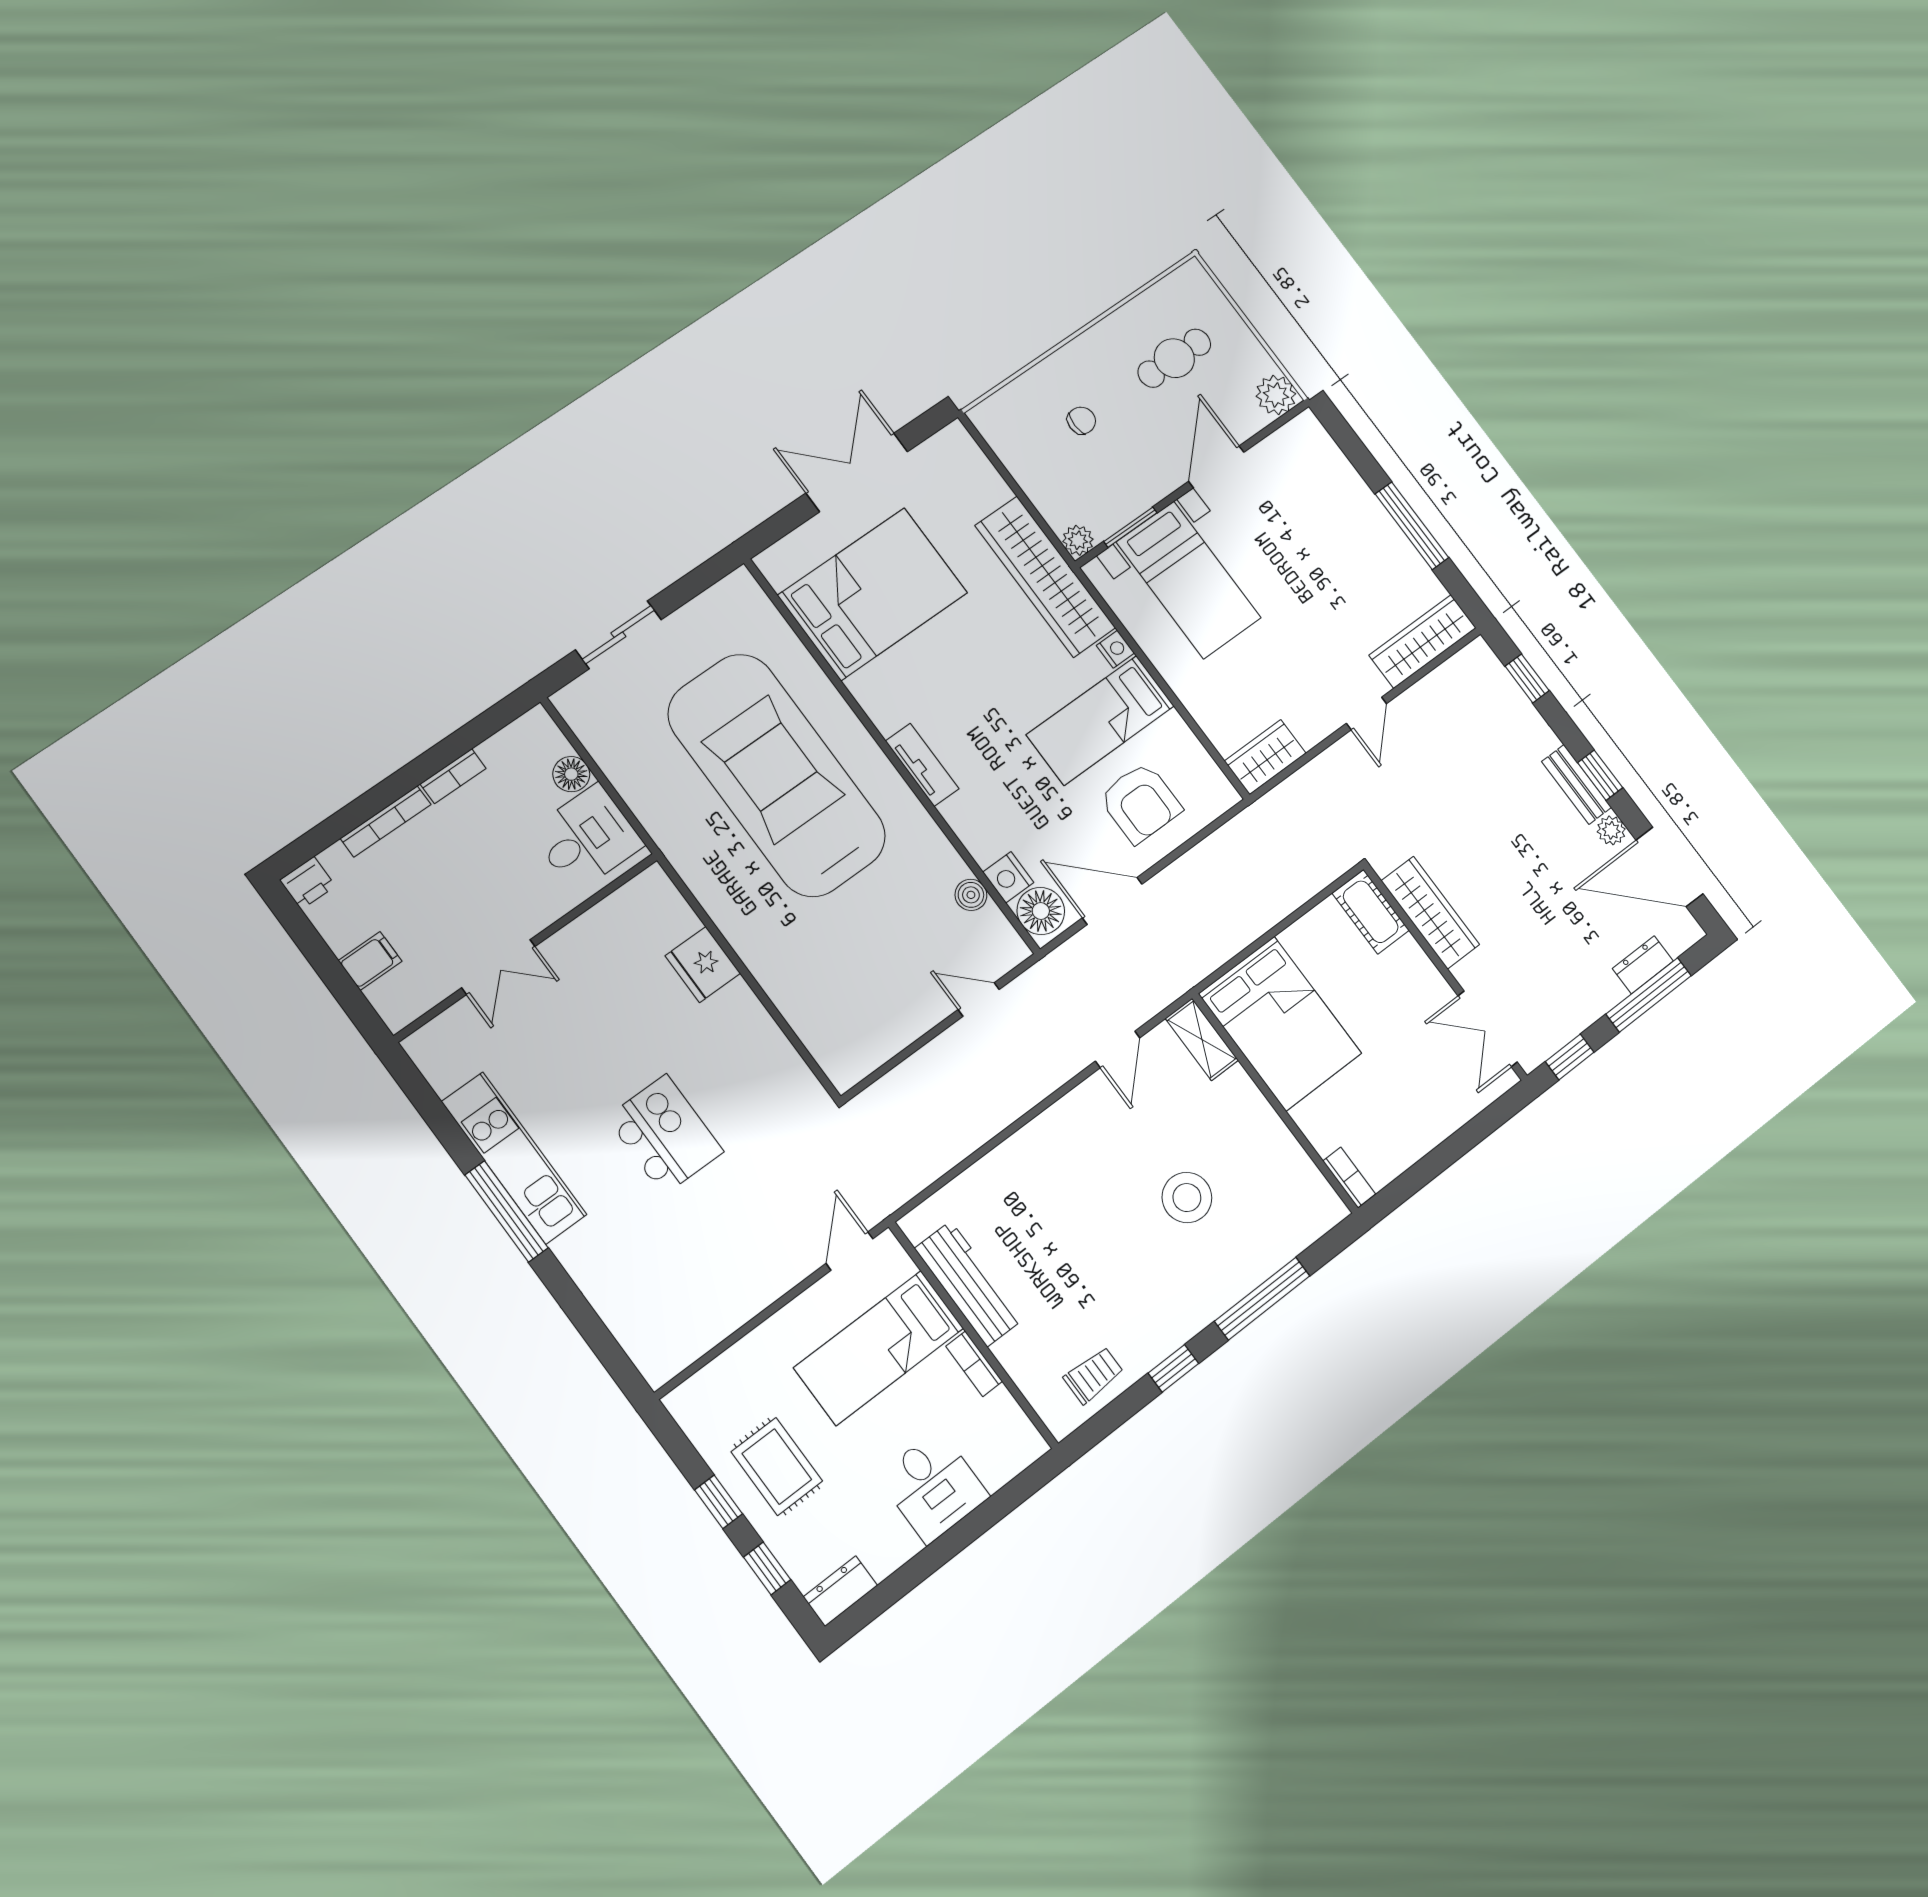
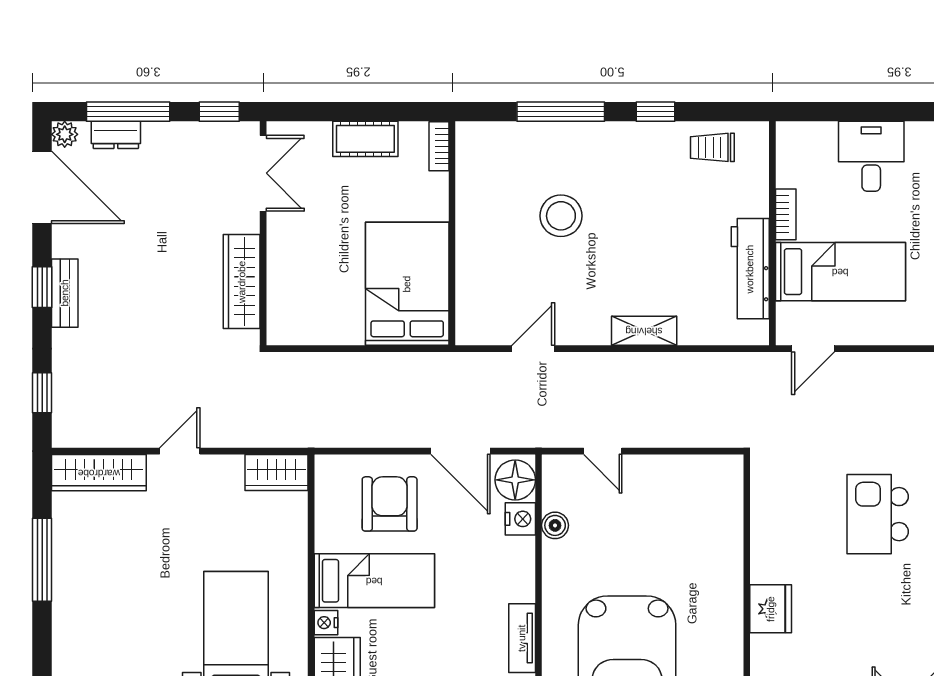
plant: (1611, 830) -> (65, 134), moved
cot: (1371, 912) -> (365, 139), moved, turned 90
shelving: (1202, 1039) -> (644, 331), moved, turned 90

